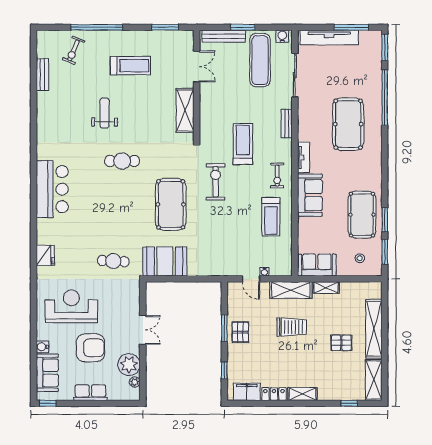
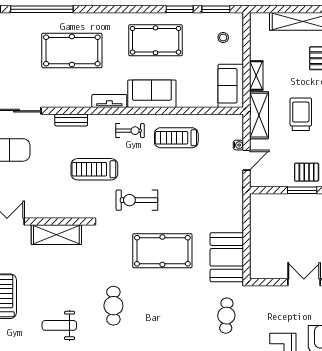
pool table: (362, 215) -> (156, 40), moved
treadmill: (271, 217) -> (176, 138), turned 180

